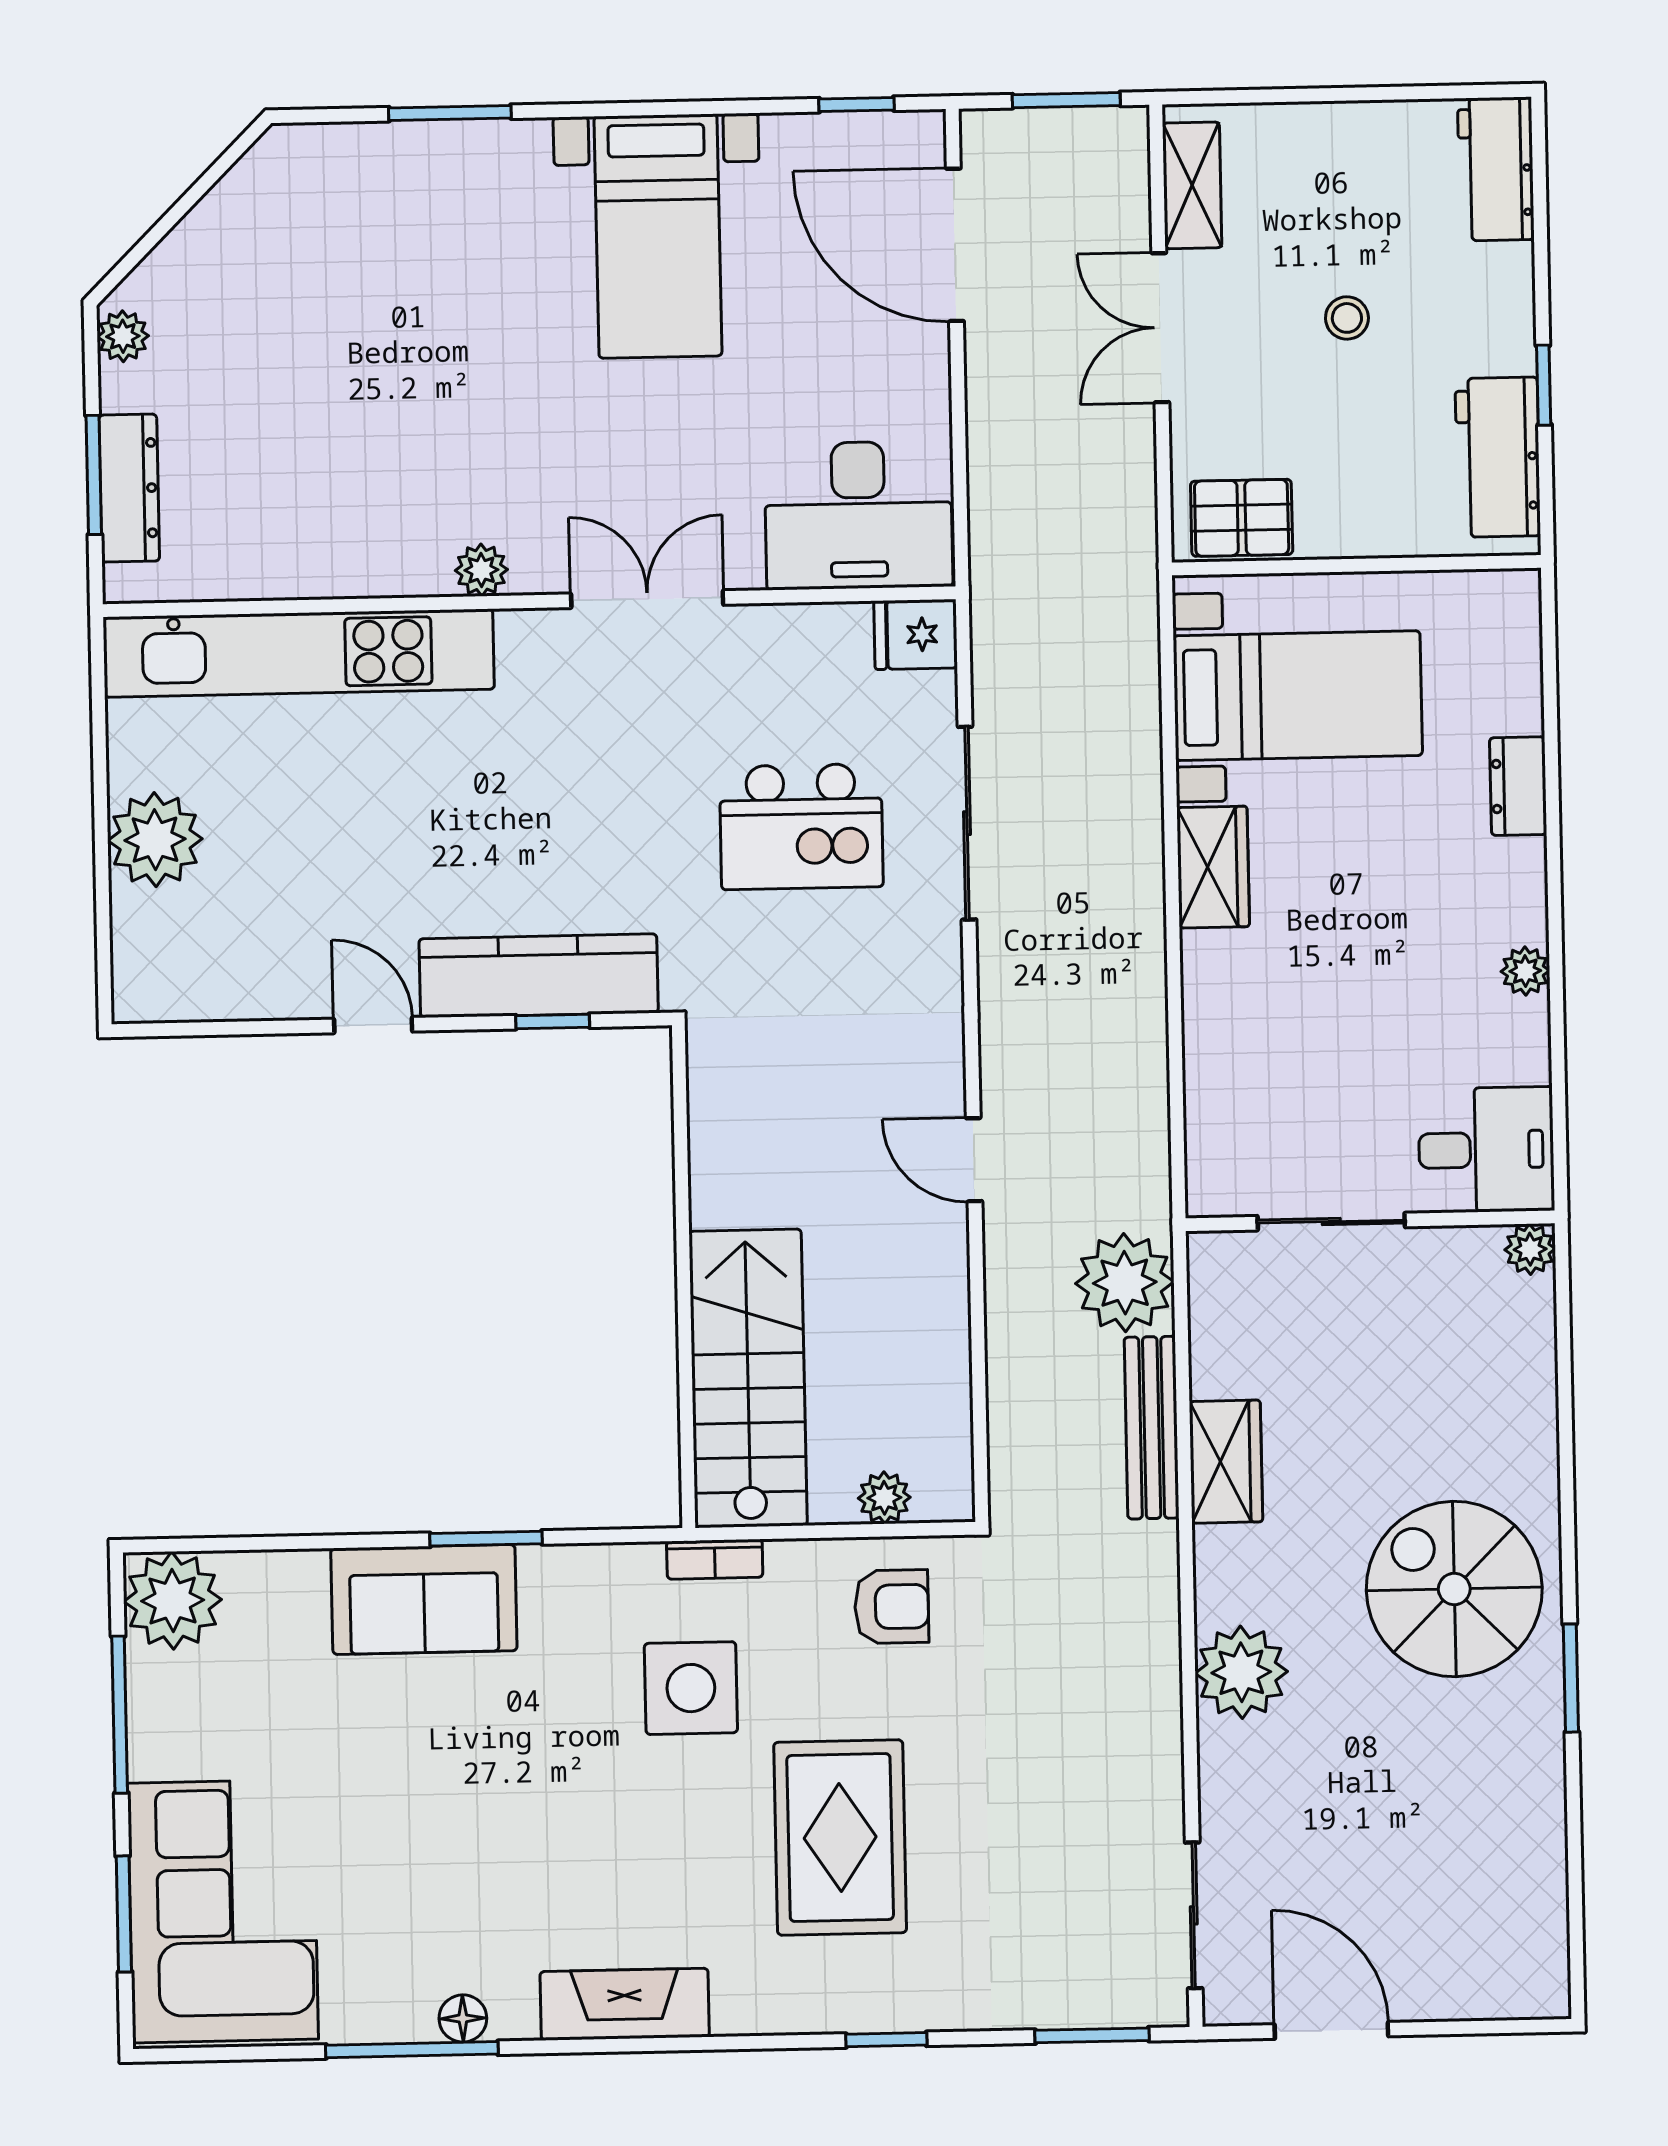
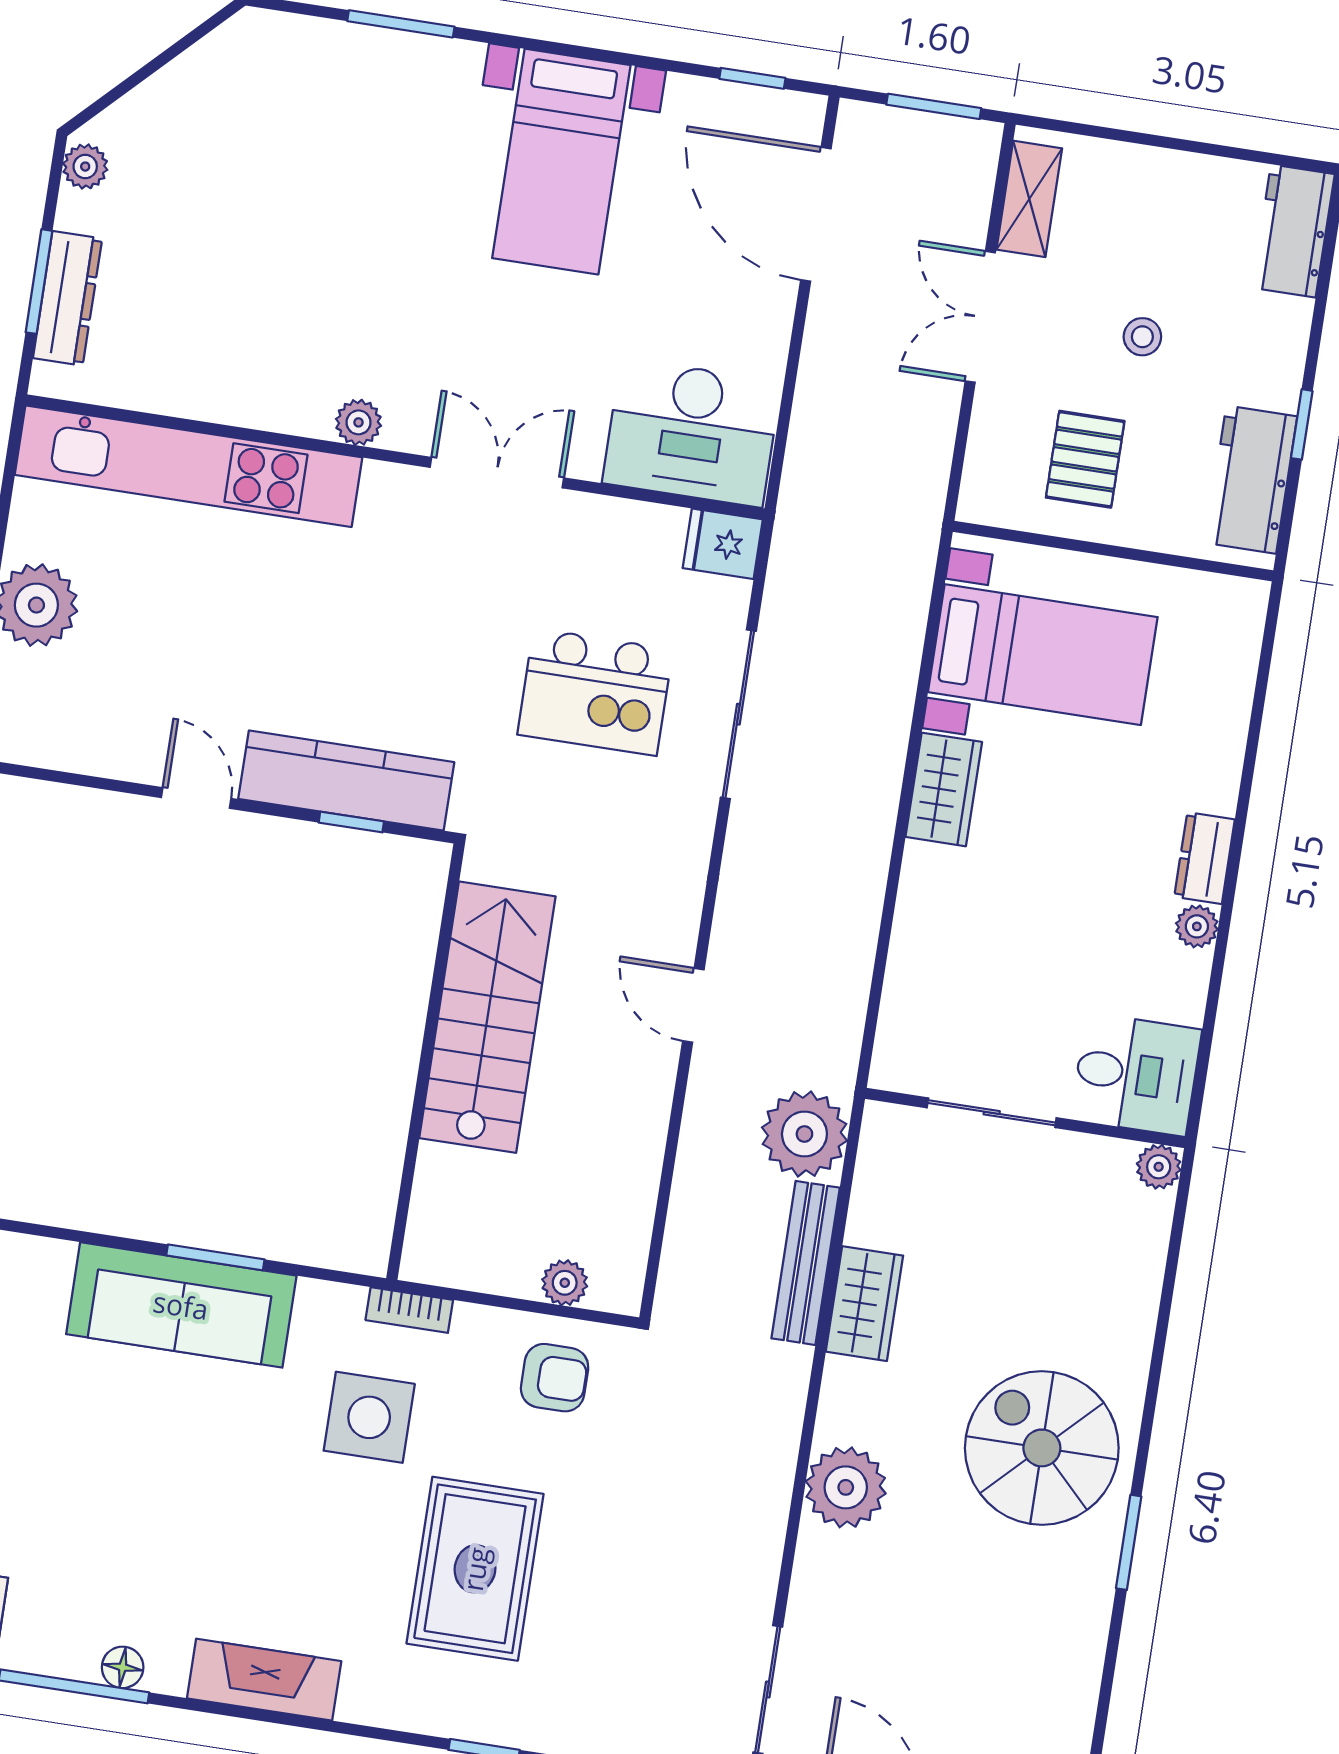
pallet: (1242, 518) -> (1085, 459), moved, turned 90
dresser: (1518, 786) -> (1205, 858), moved
stairs: (748, 1378) -> (487, 1017), moved
sofa: (424, 1599) -> (181, 1305), width x1.36

